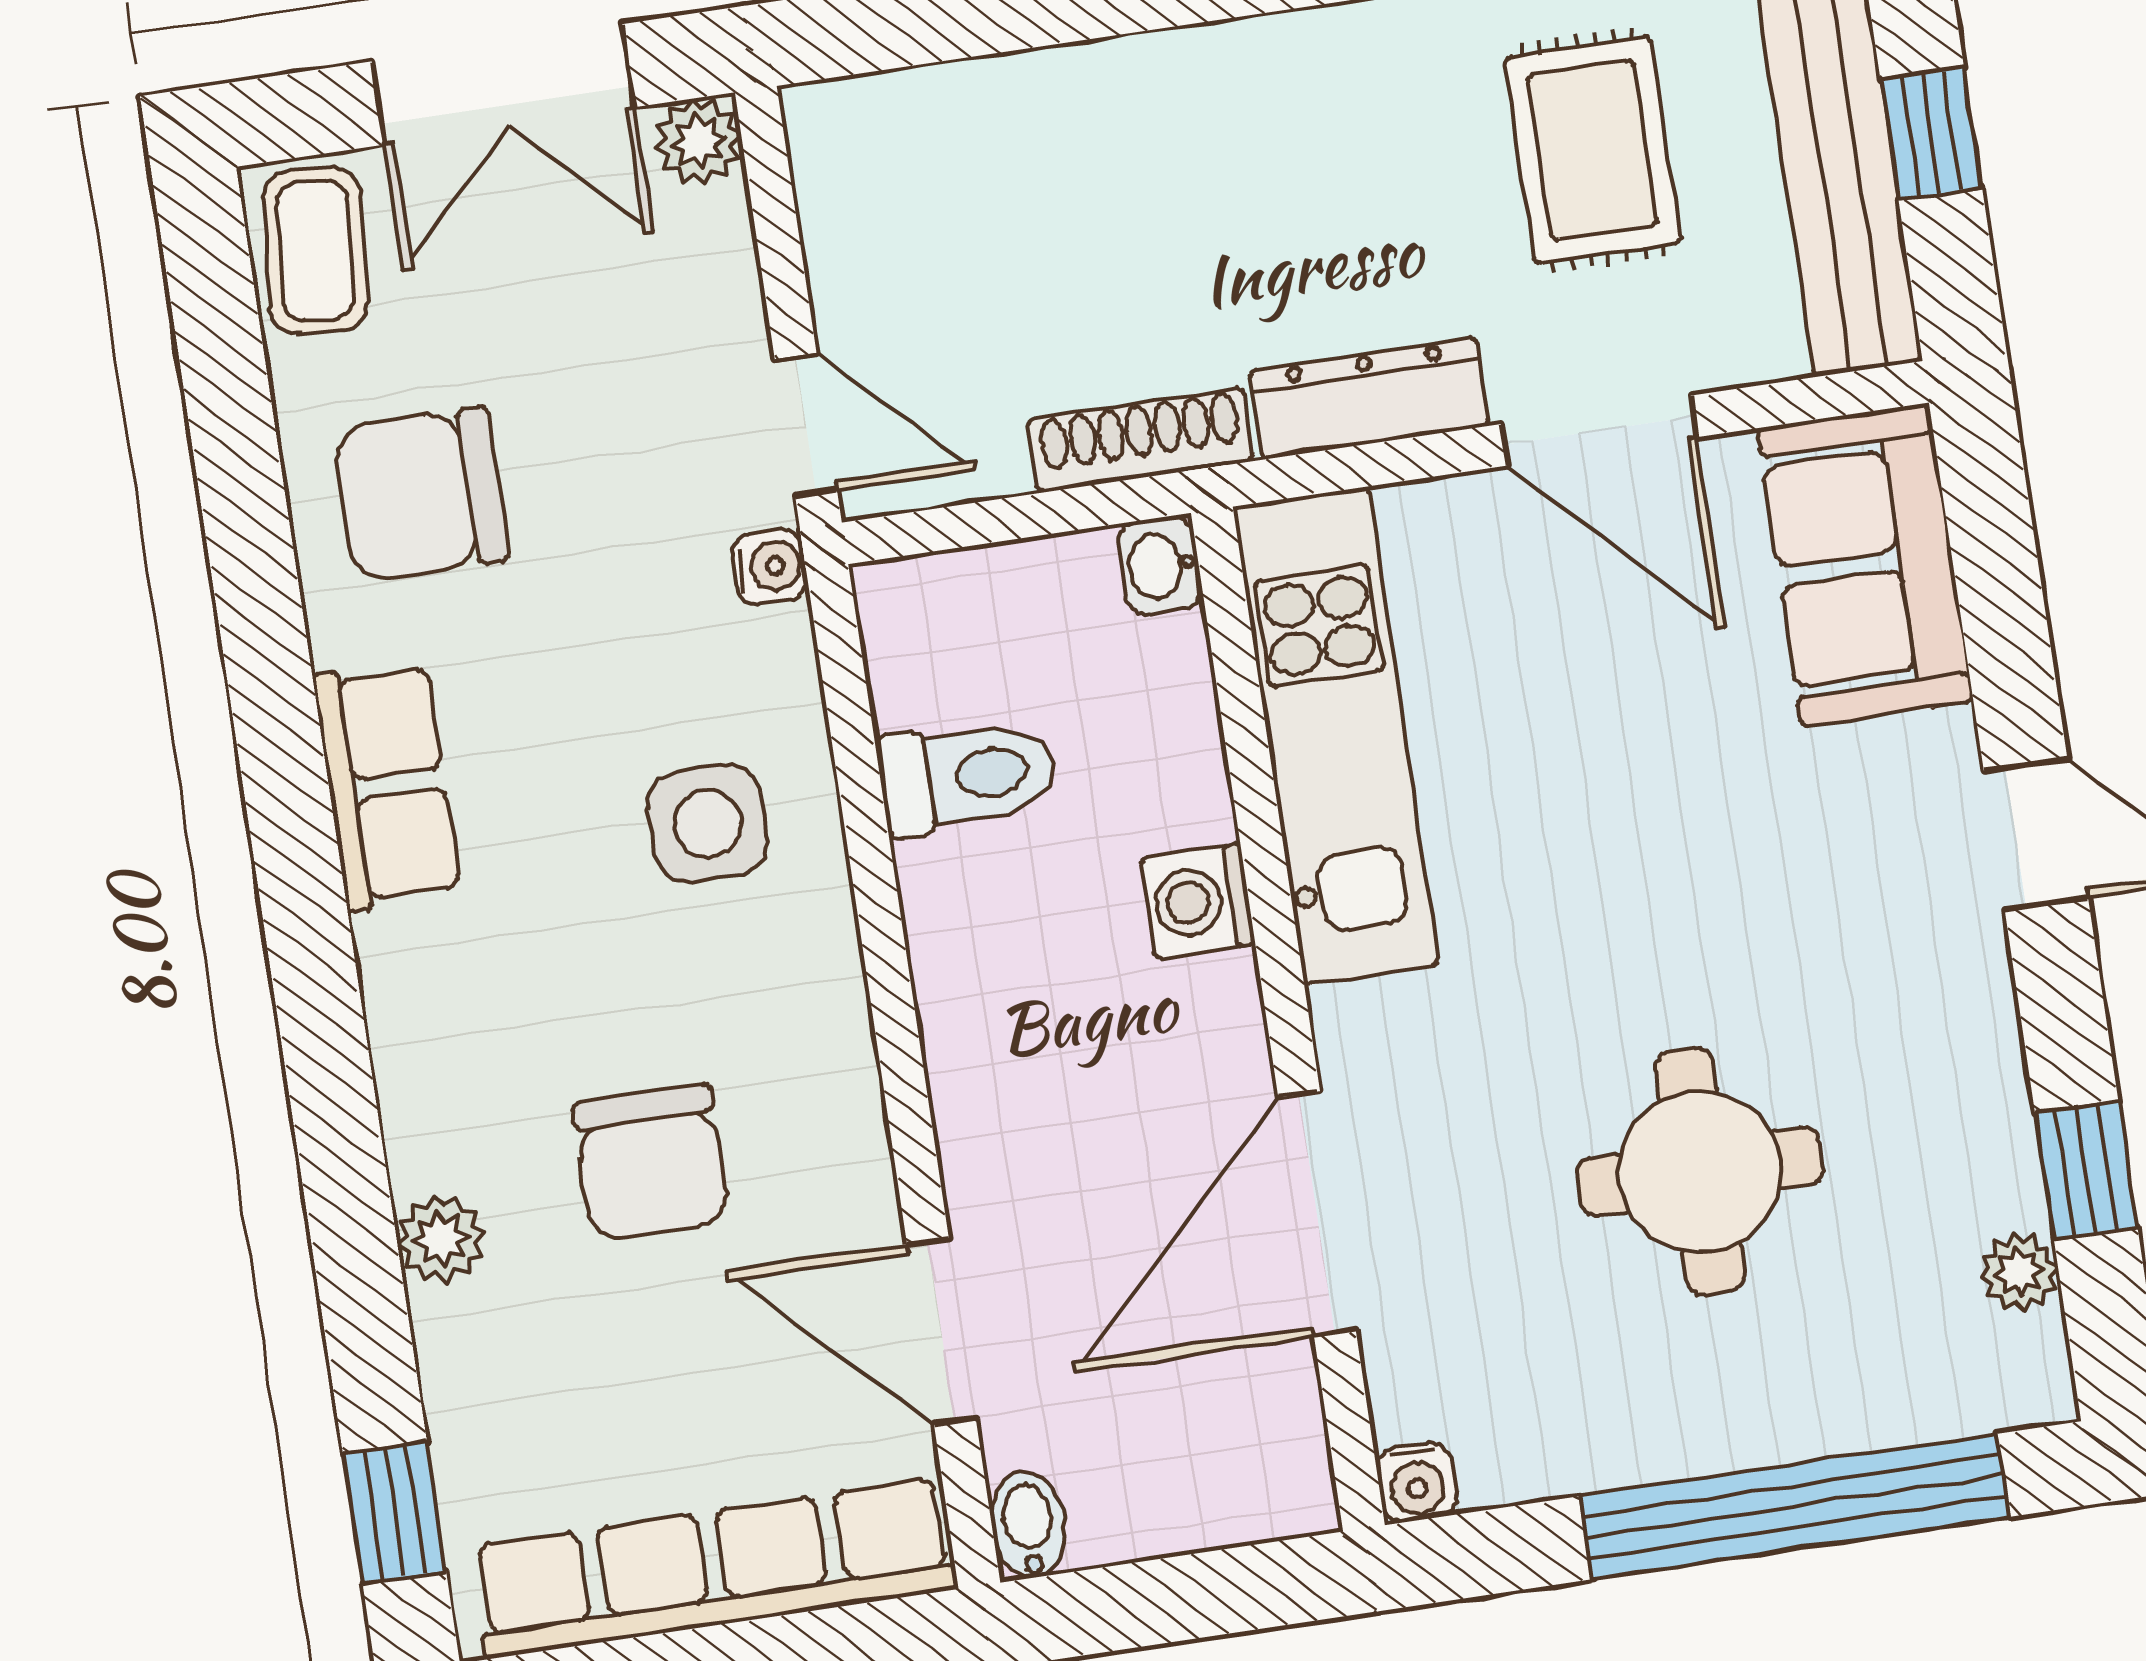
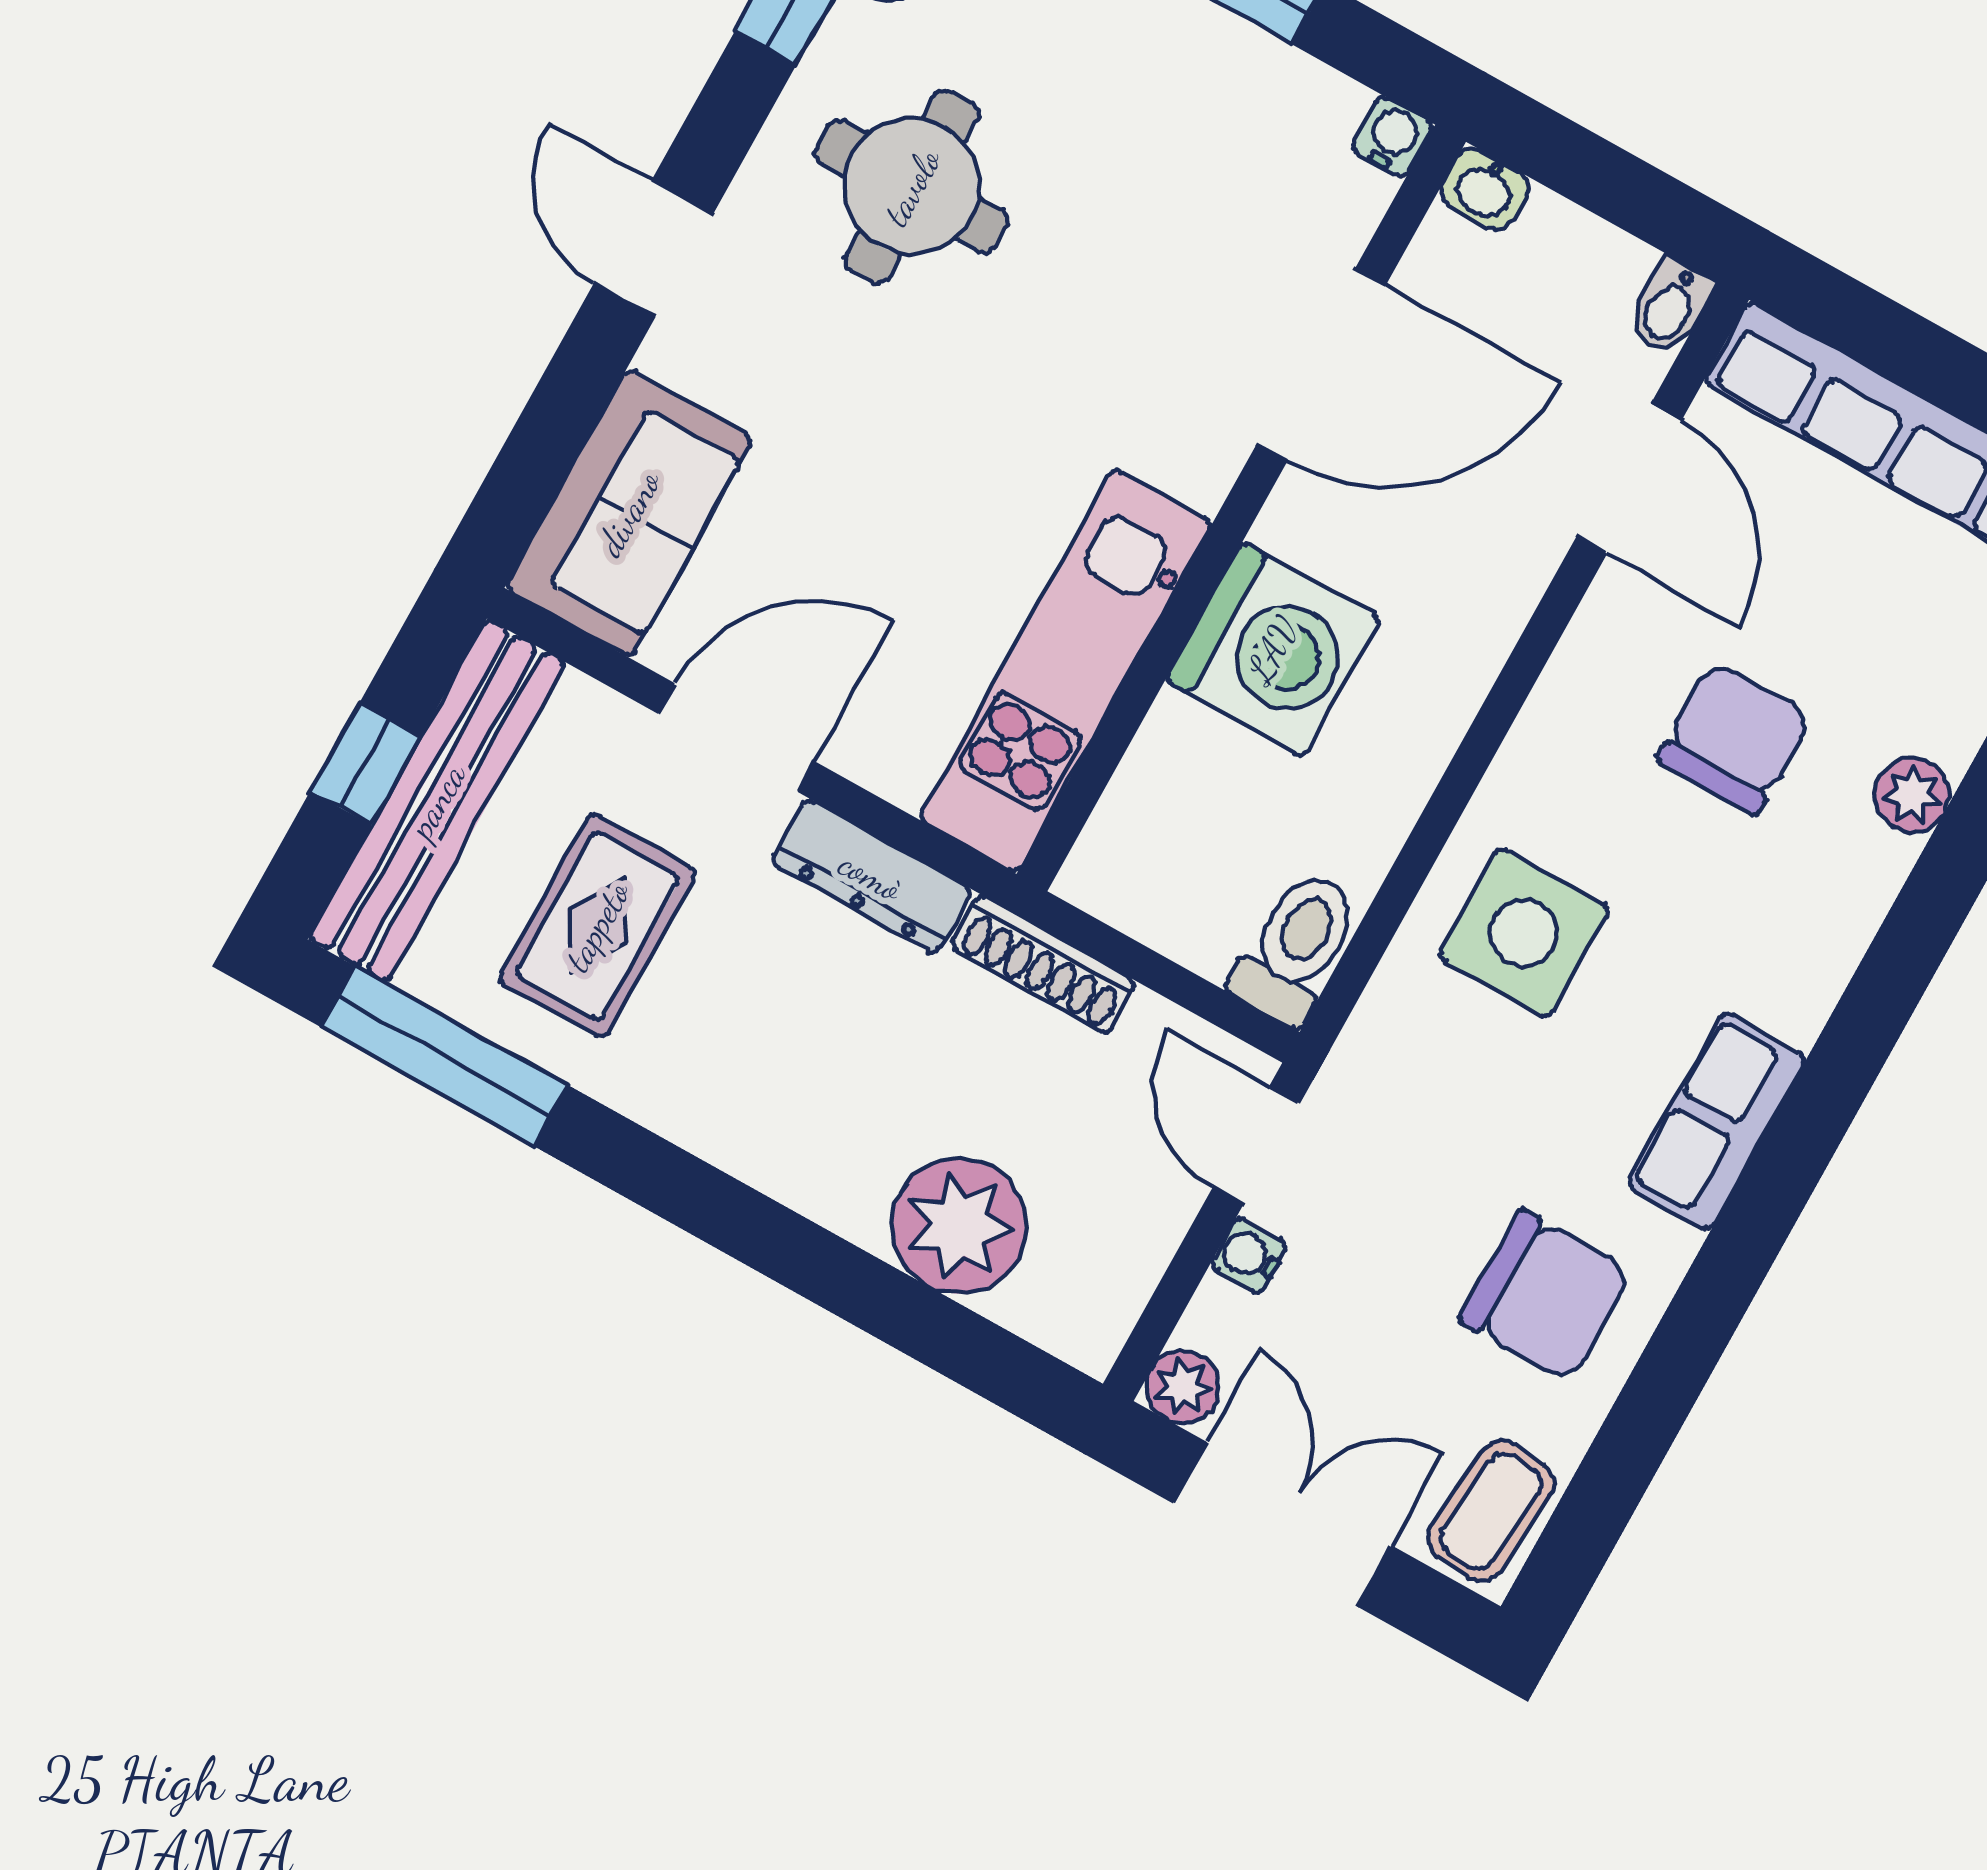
plant: (1029, 131) -> (959, 1226), added
door: (1599, 431) -> (736, 737), hinge flipped
washbasin: (1160, 565) -> (1485, 189), moved, turned 90
water cooler: (770, 567) -> (1249, 1255), moved
toilet: (968, 776) -> (1296, 947), moved, turned 90
side table: (708, 823) -> (1524, 933), width x1.37, depth x1.37
washing machine: (1198, 901) -> (1273, 650), width x1.89, depth x1.89
round table: (1700, 1172) -> (912, 187), moved

